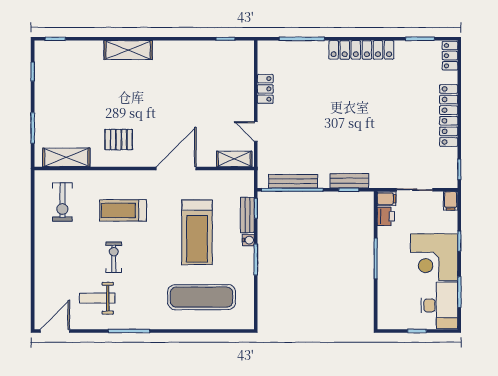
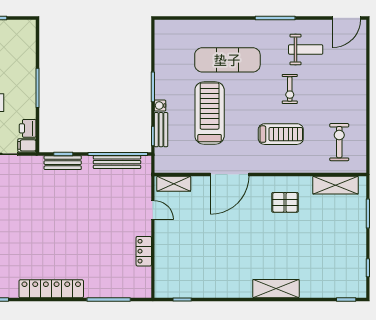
exercise mat: (202, 297) -> (227, 60), moved

